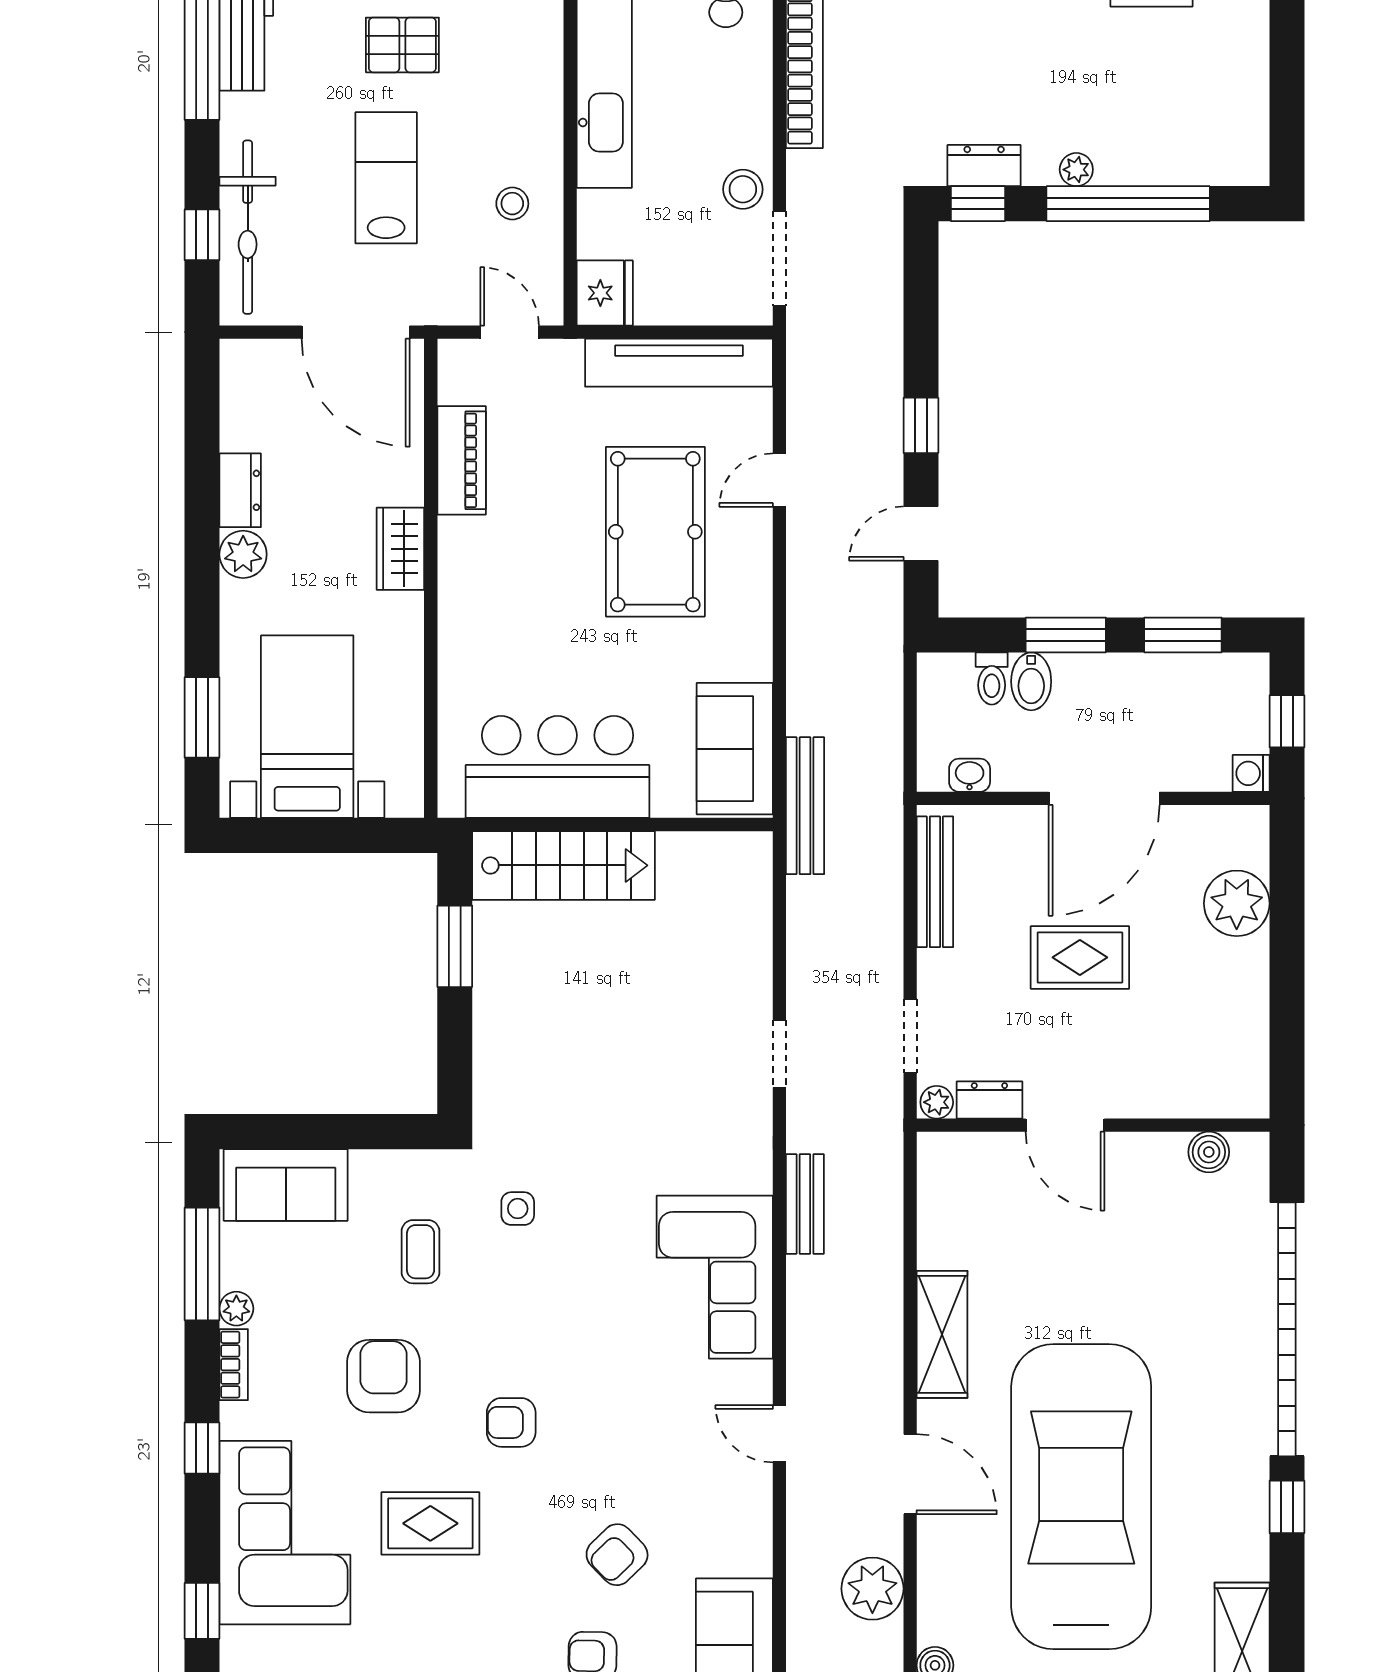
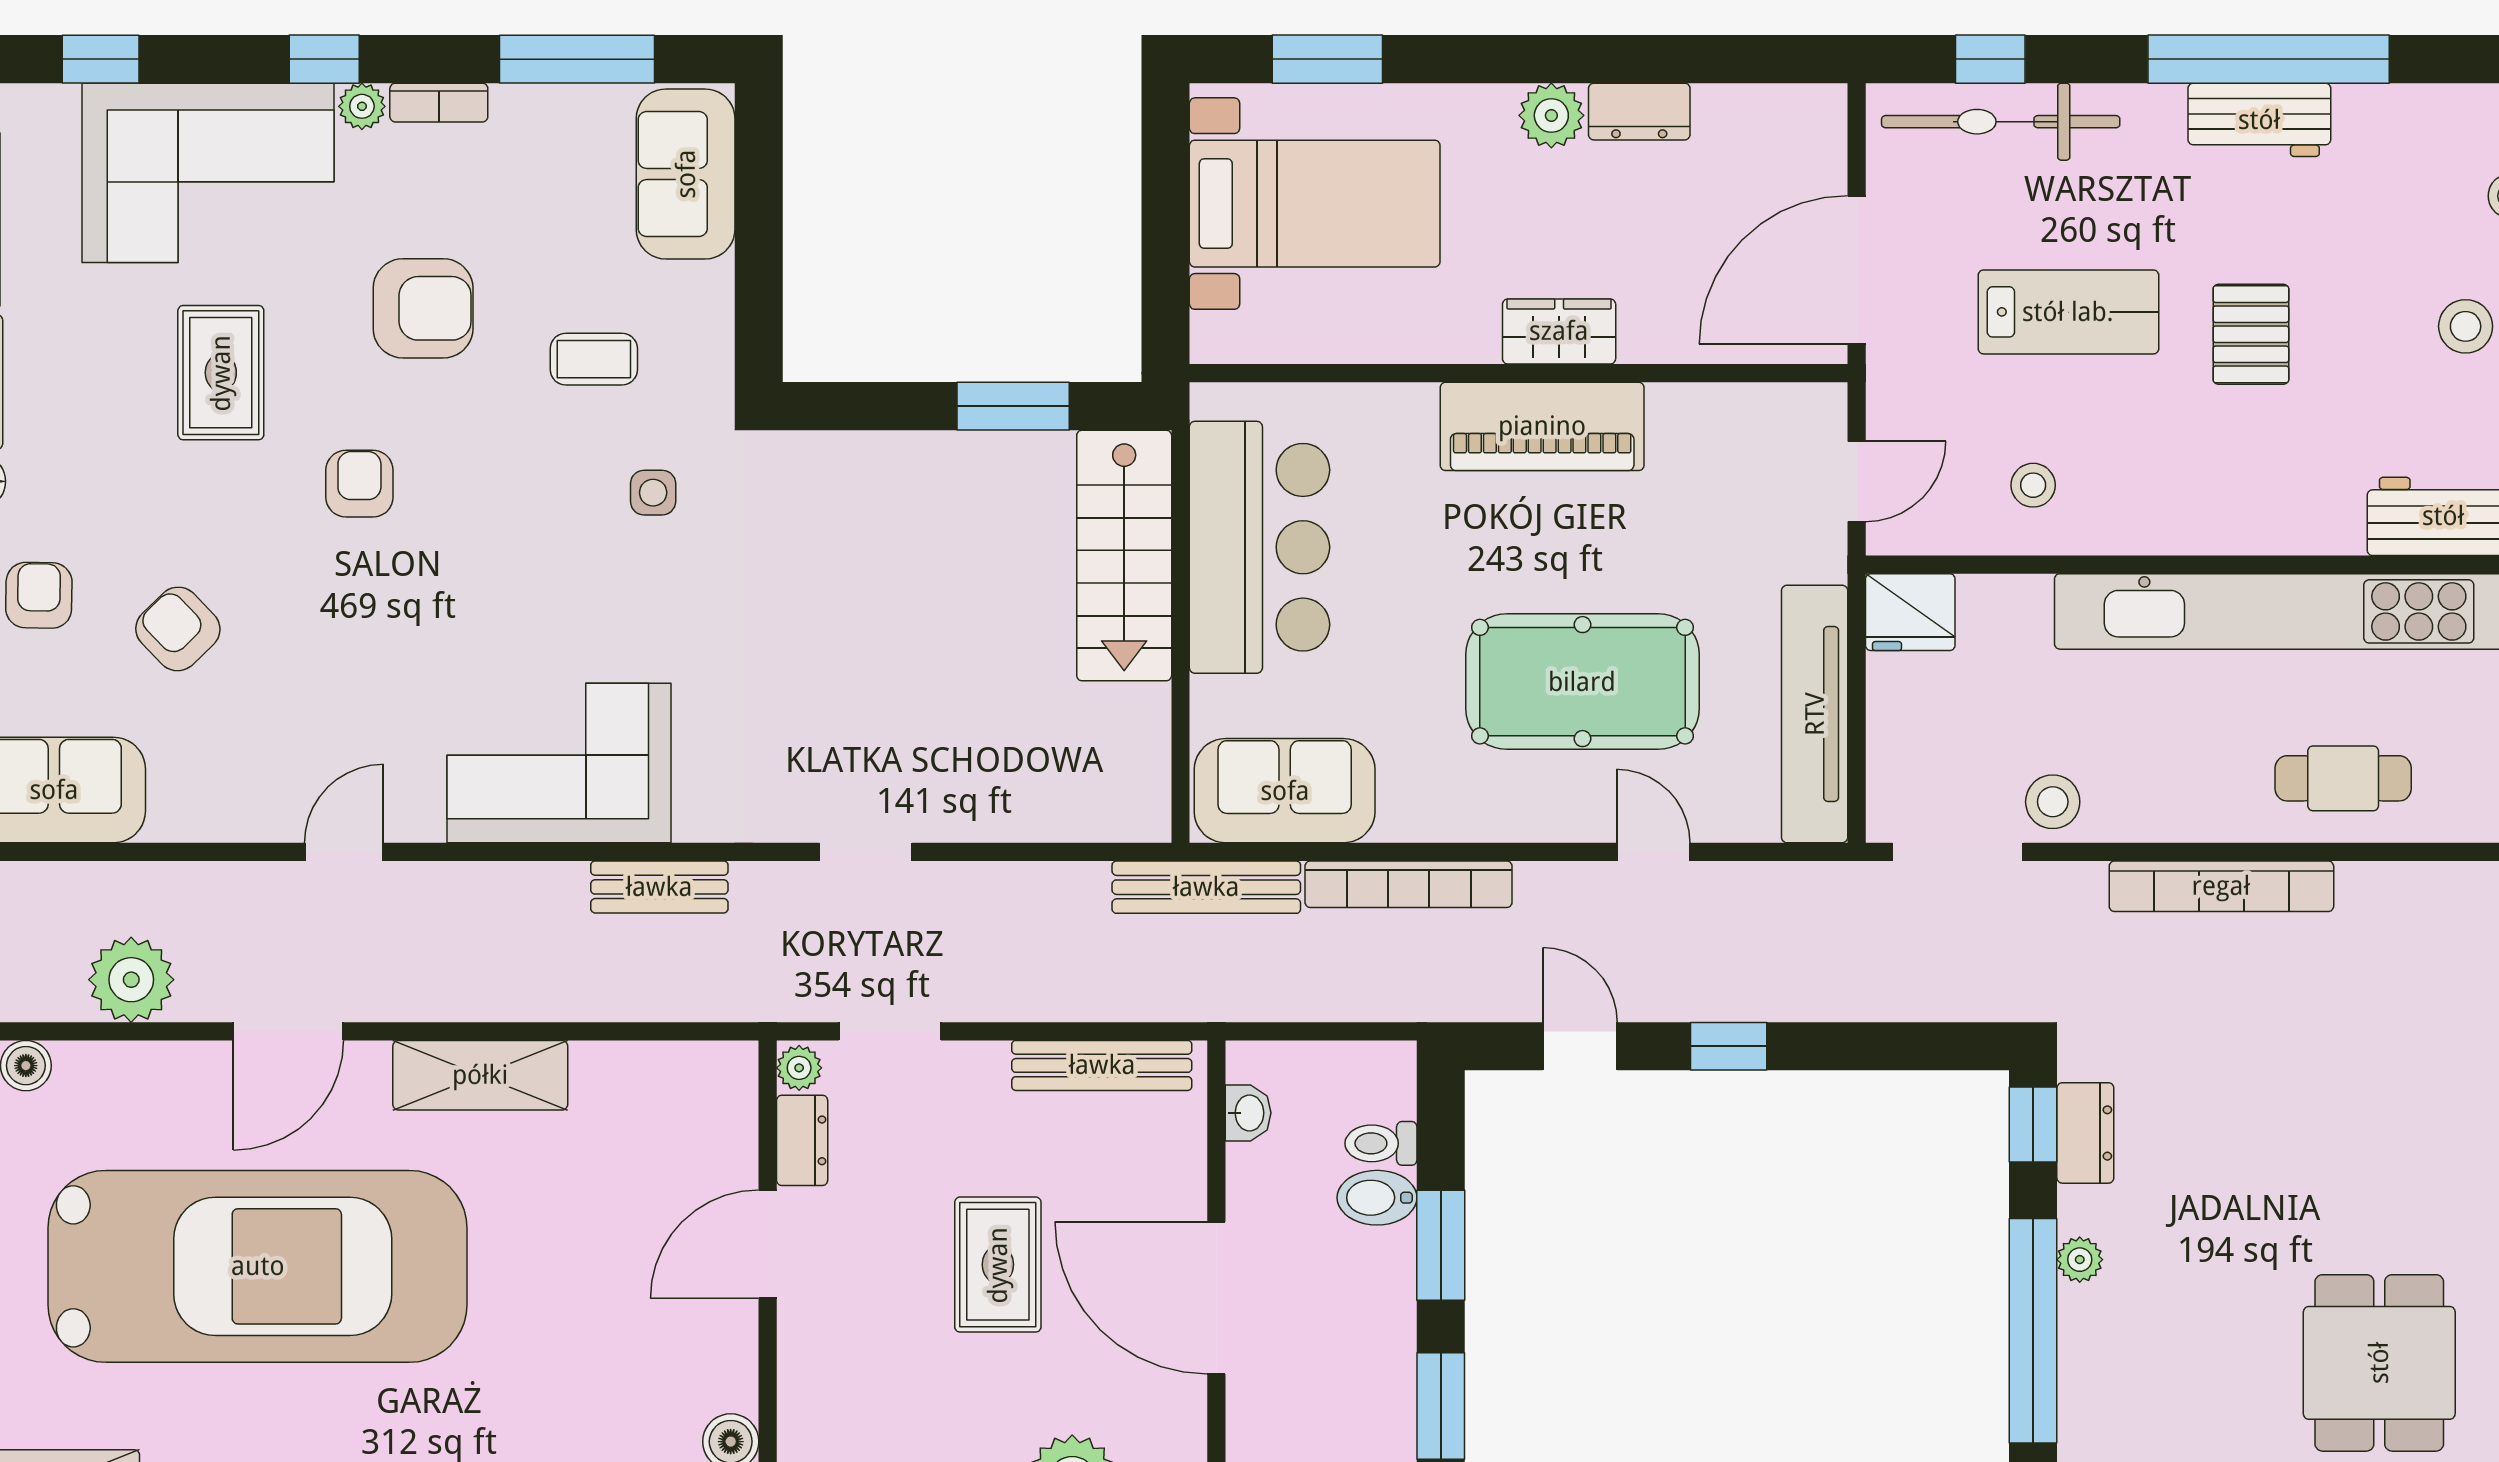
piano: (462, 460) -> (1542, 426), moved, width x1.37, depth x1.33
bookcase: (803, 658) -> (1409, 884), added
plant: (236, 1309) -> (362, 106), moved

